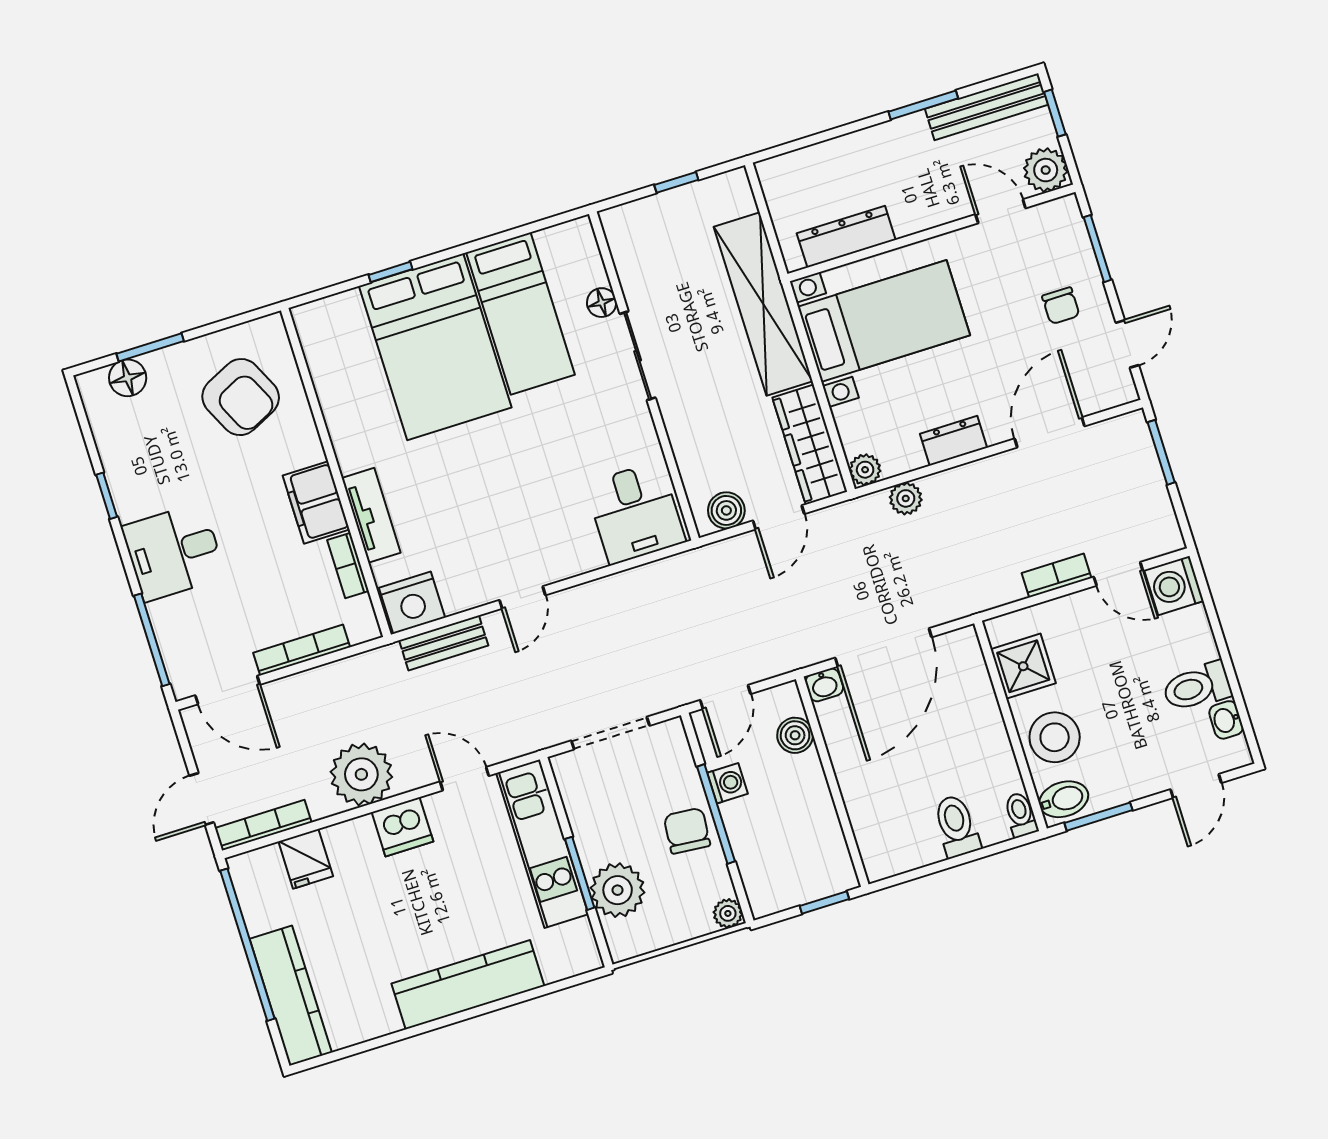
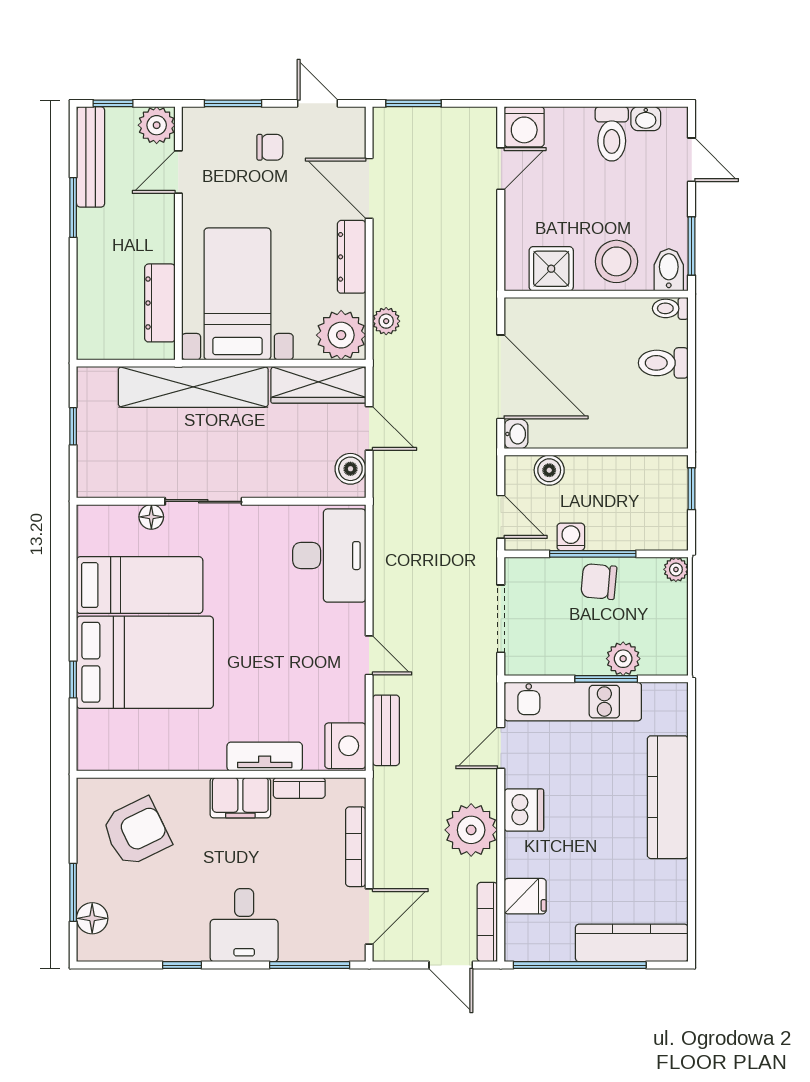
dresser: (954, 441) -> (352, 257), width x1.44
plant: (865, 470) -> (341, 335), width x1.88, depth x1.88
desk: (635, 513) -> (329, 556), width x1.37
bookcase: (1056, 576) -> (486, 219), removed
plant: (618, 890) -> (623, 659), width x0.73, depth x0.73

